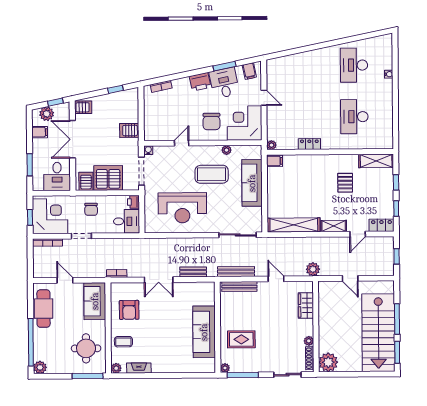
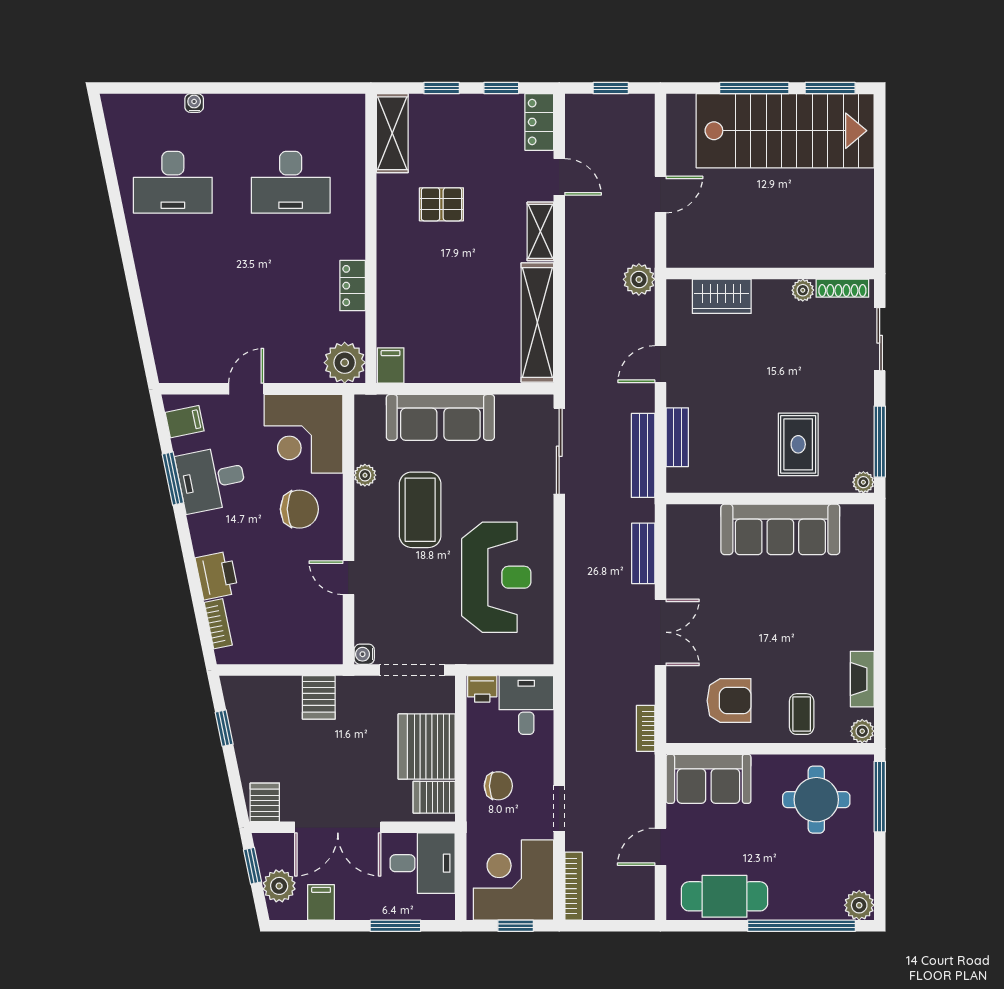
printer: (200, 82) -> (217, 575), moved
plant: (271, 145) -> (345, 363), width x1.88, depth x1.88
bench: (239, 287) -> (677, 437), width x0.73
plant: (328, 362) -> (852, 246), removed

